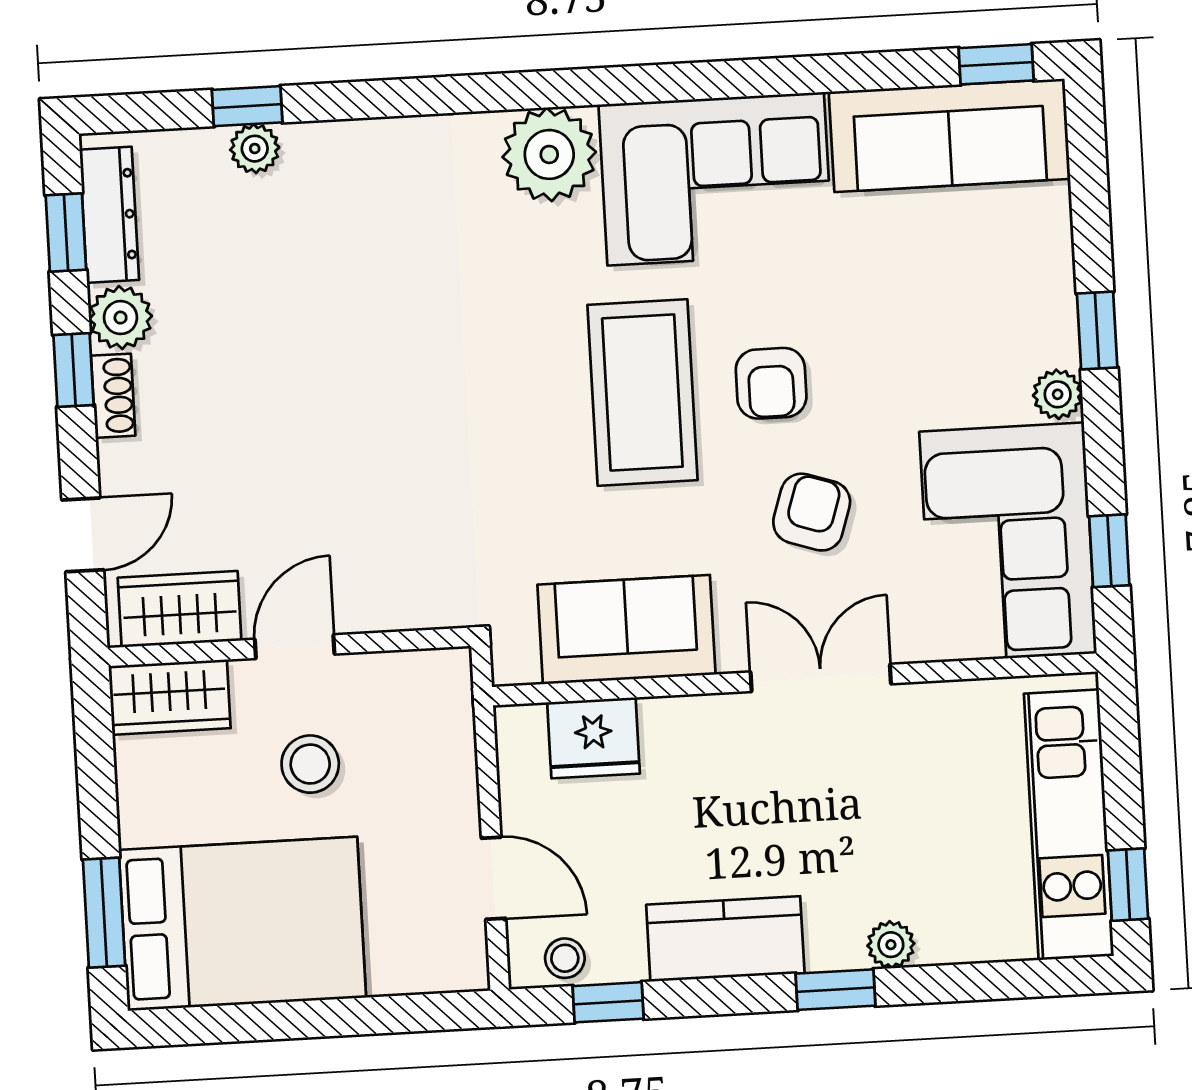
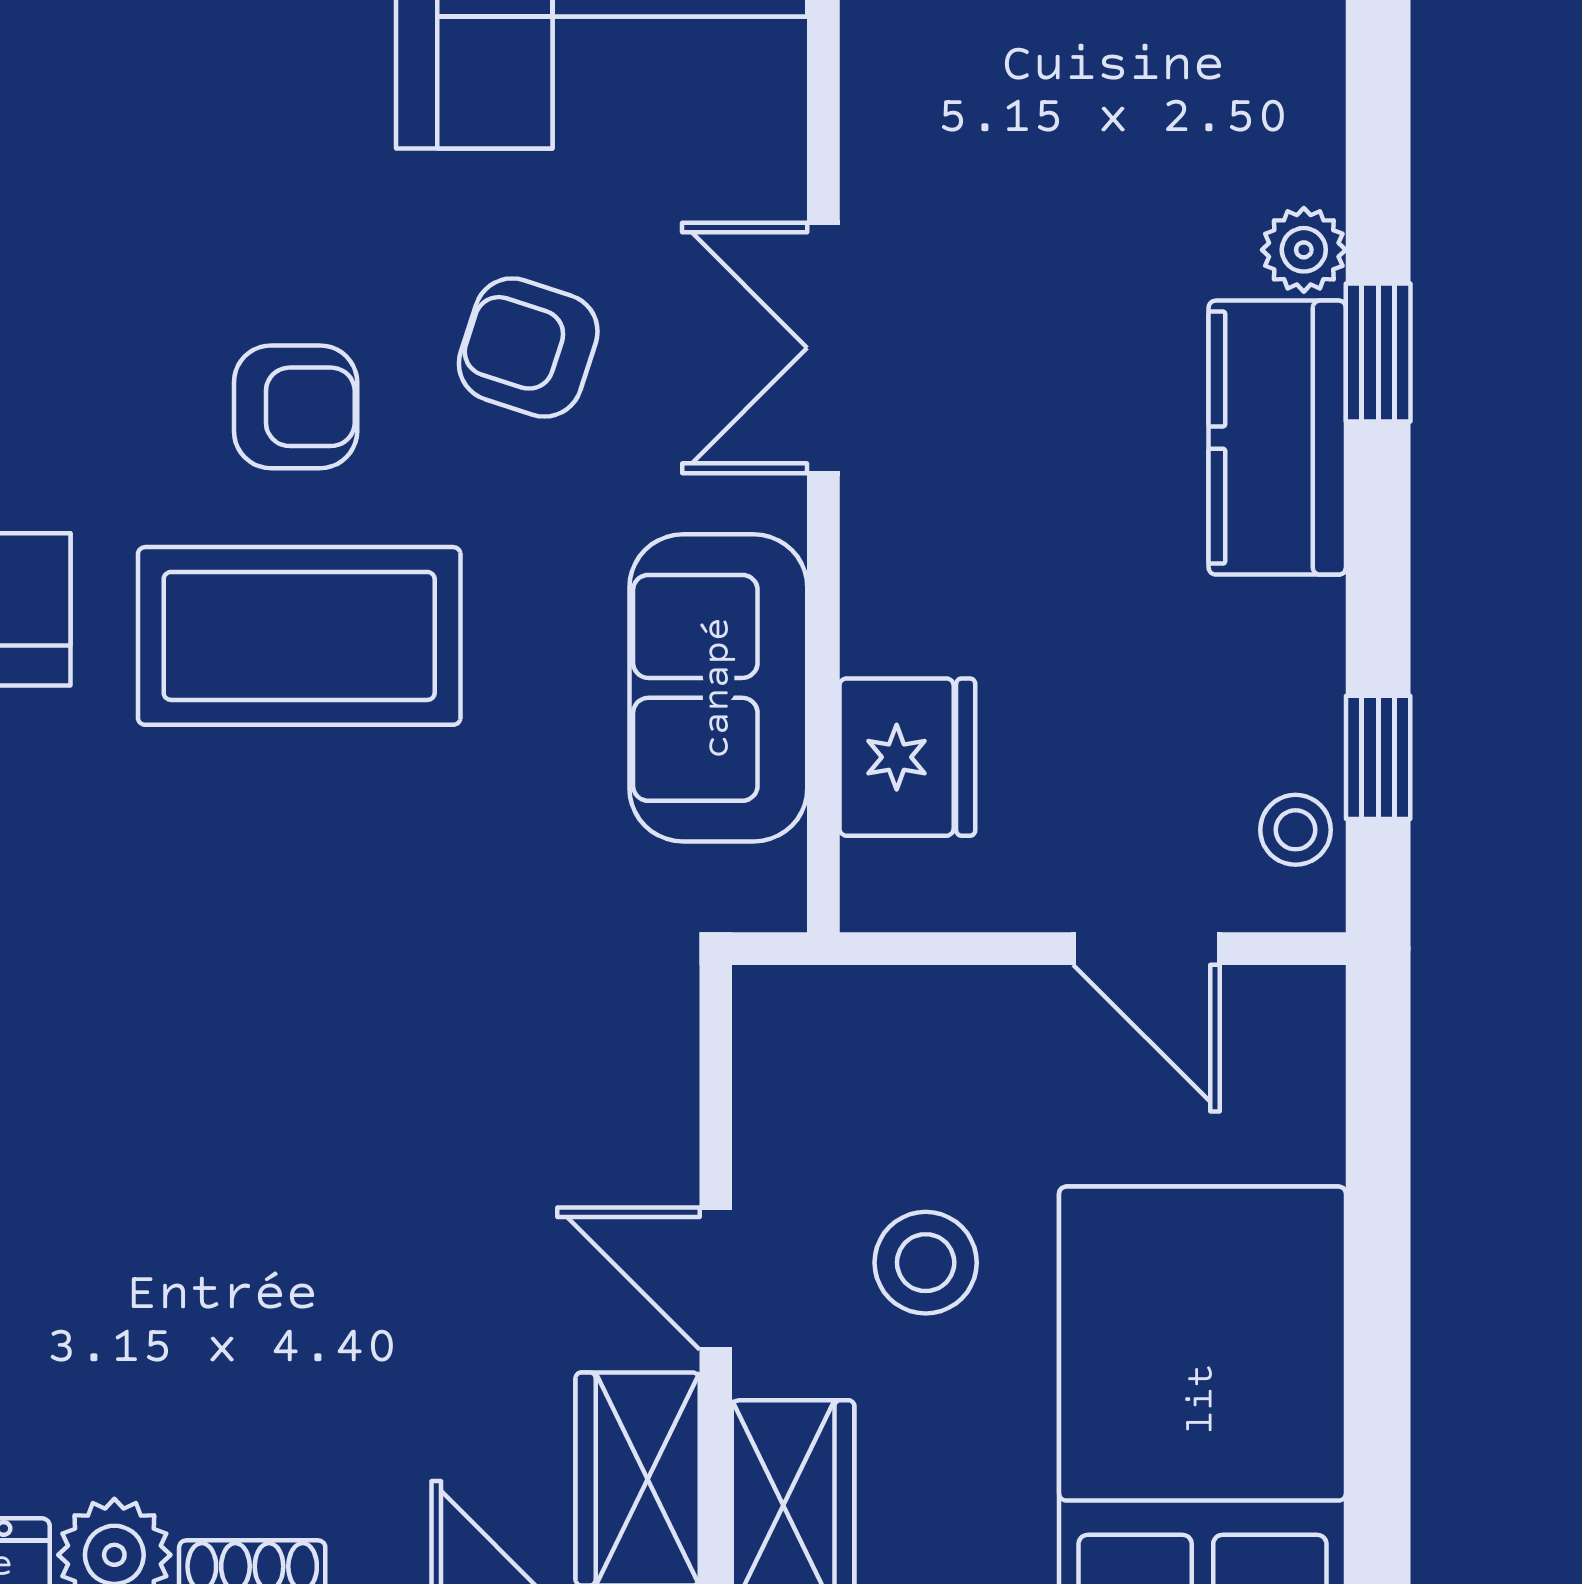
door: (493, 878) -> (1147, 949), swing flipped
kitchen counter: (725, 939) -> (1277, 438), moved

